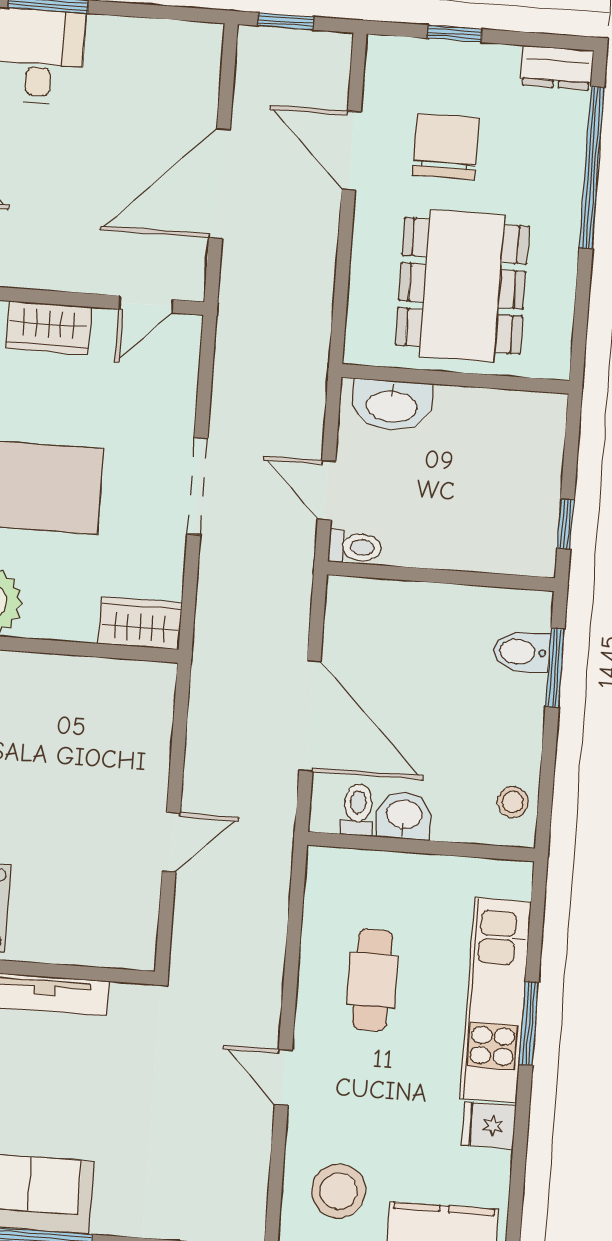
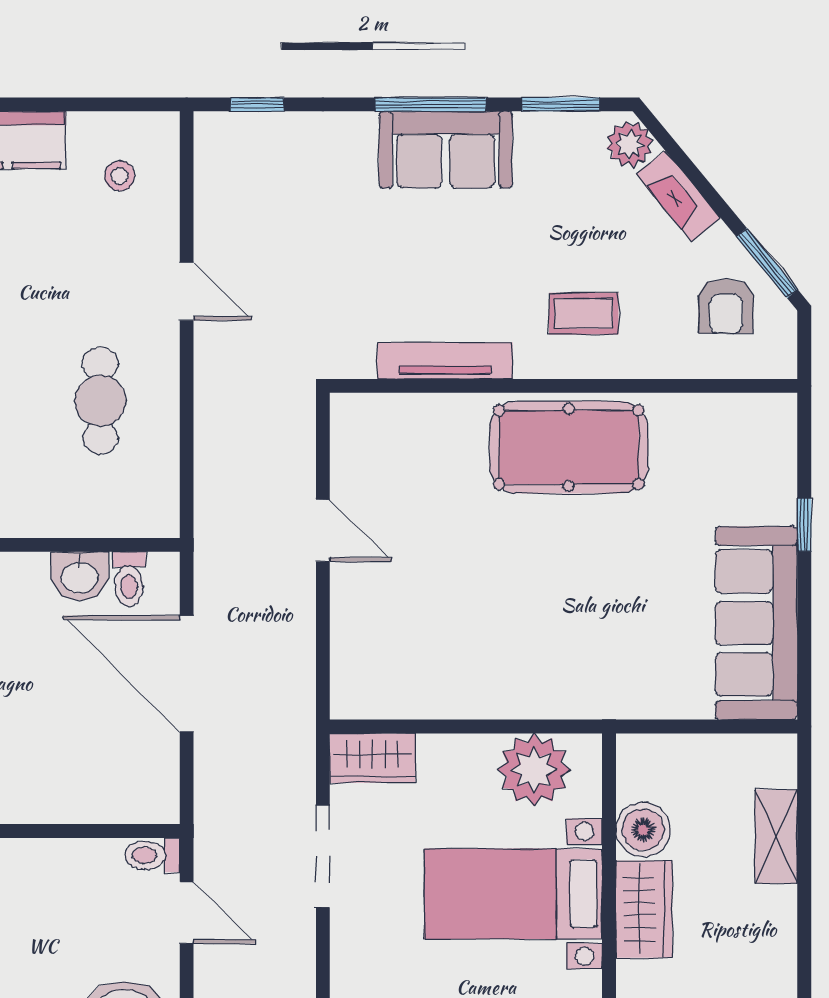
doorway: (197, 486) -> (323, 856), moved
door: (171, 842) -> (323, 531), swing flipped
stool: (339, 1191) -> (120, 176), width x0.53, depth x0.53

